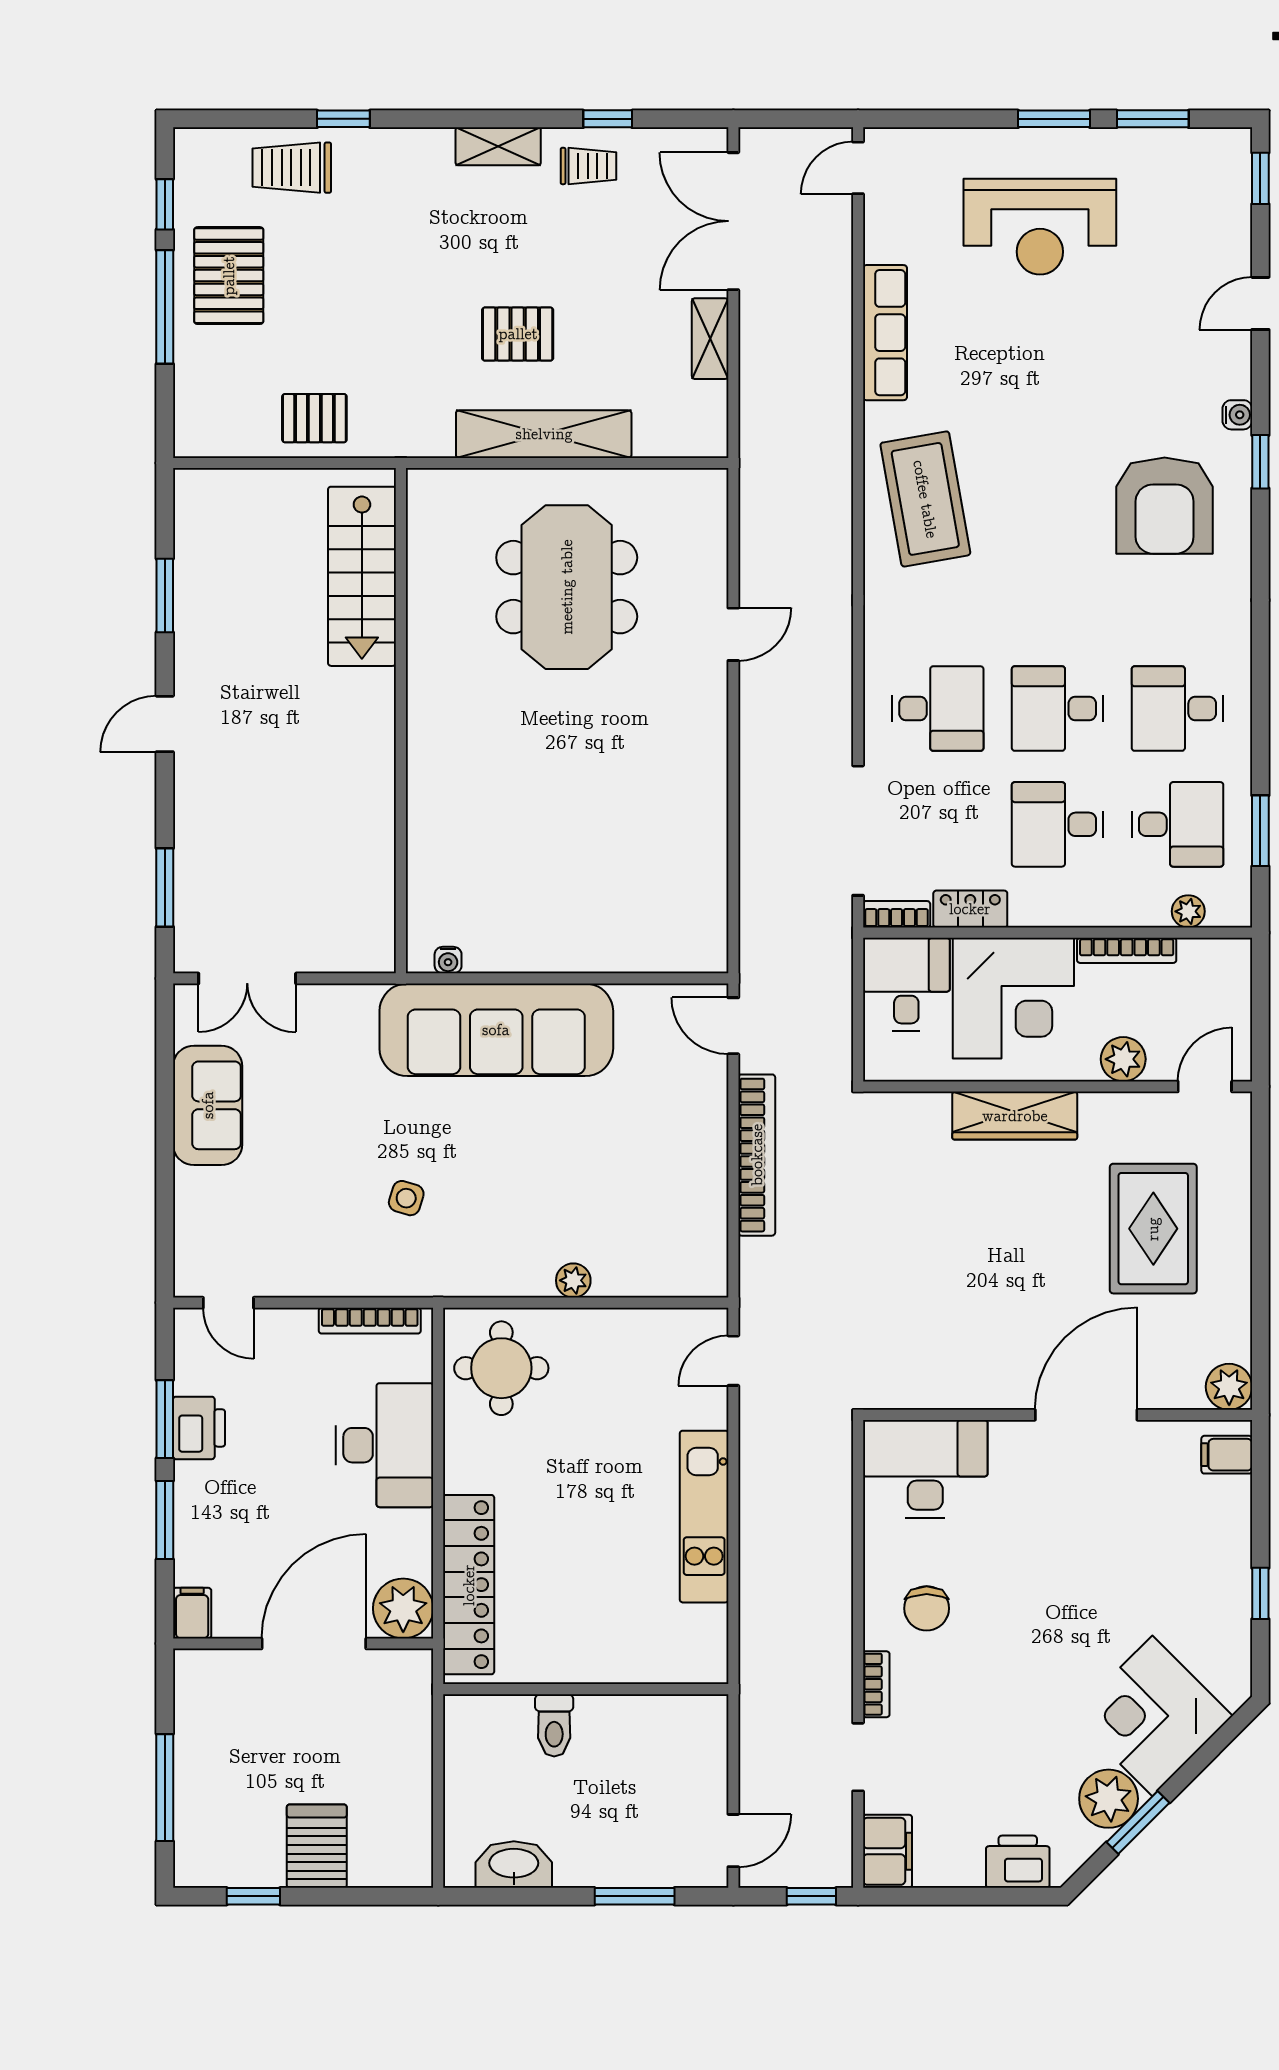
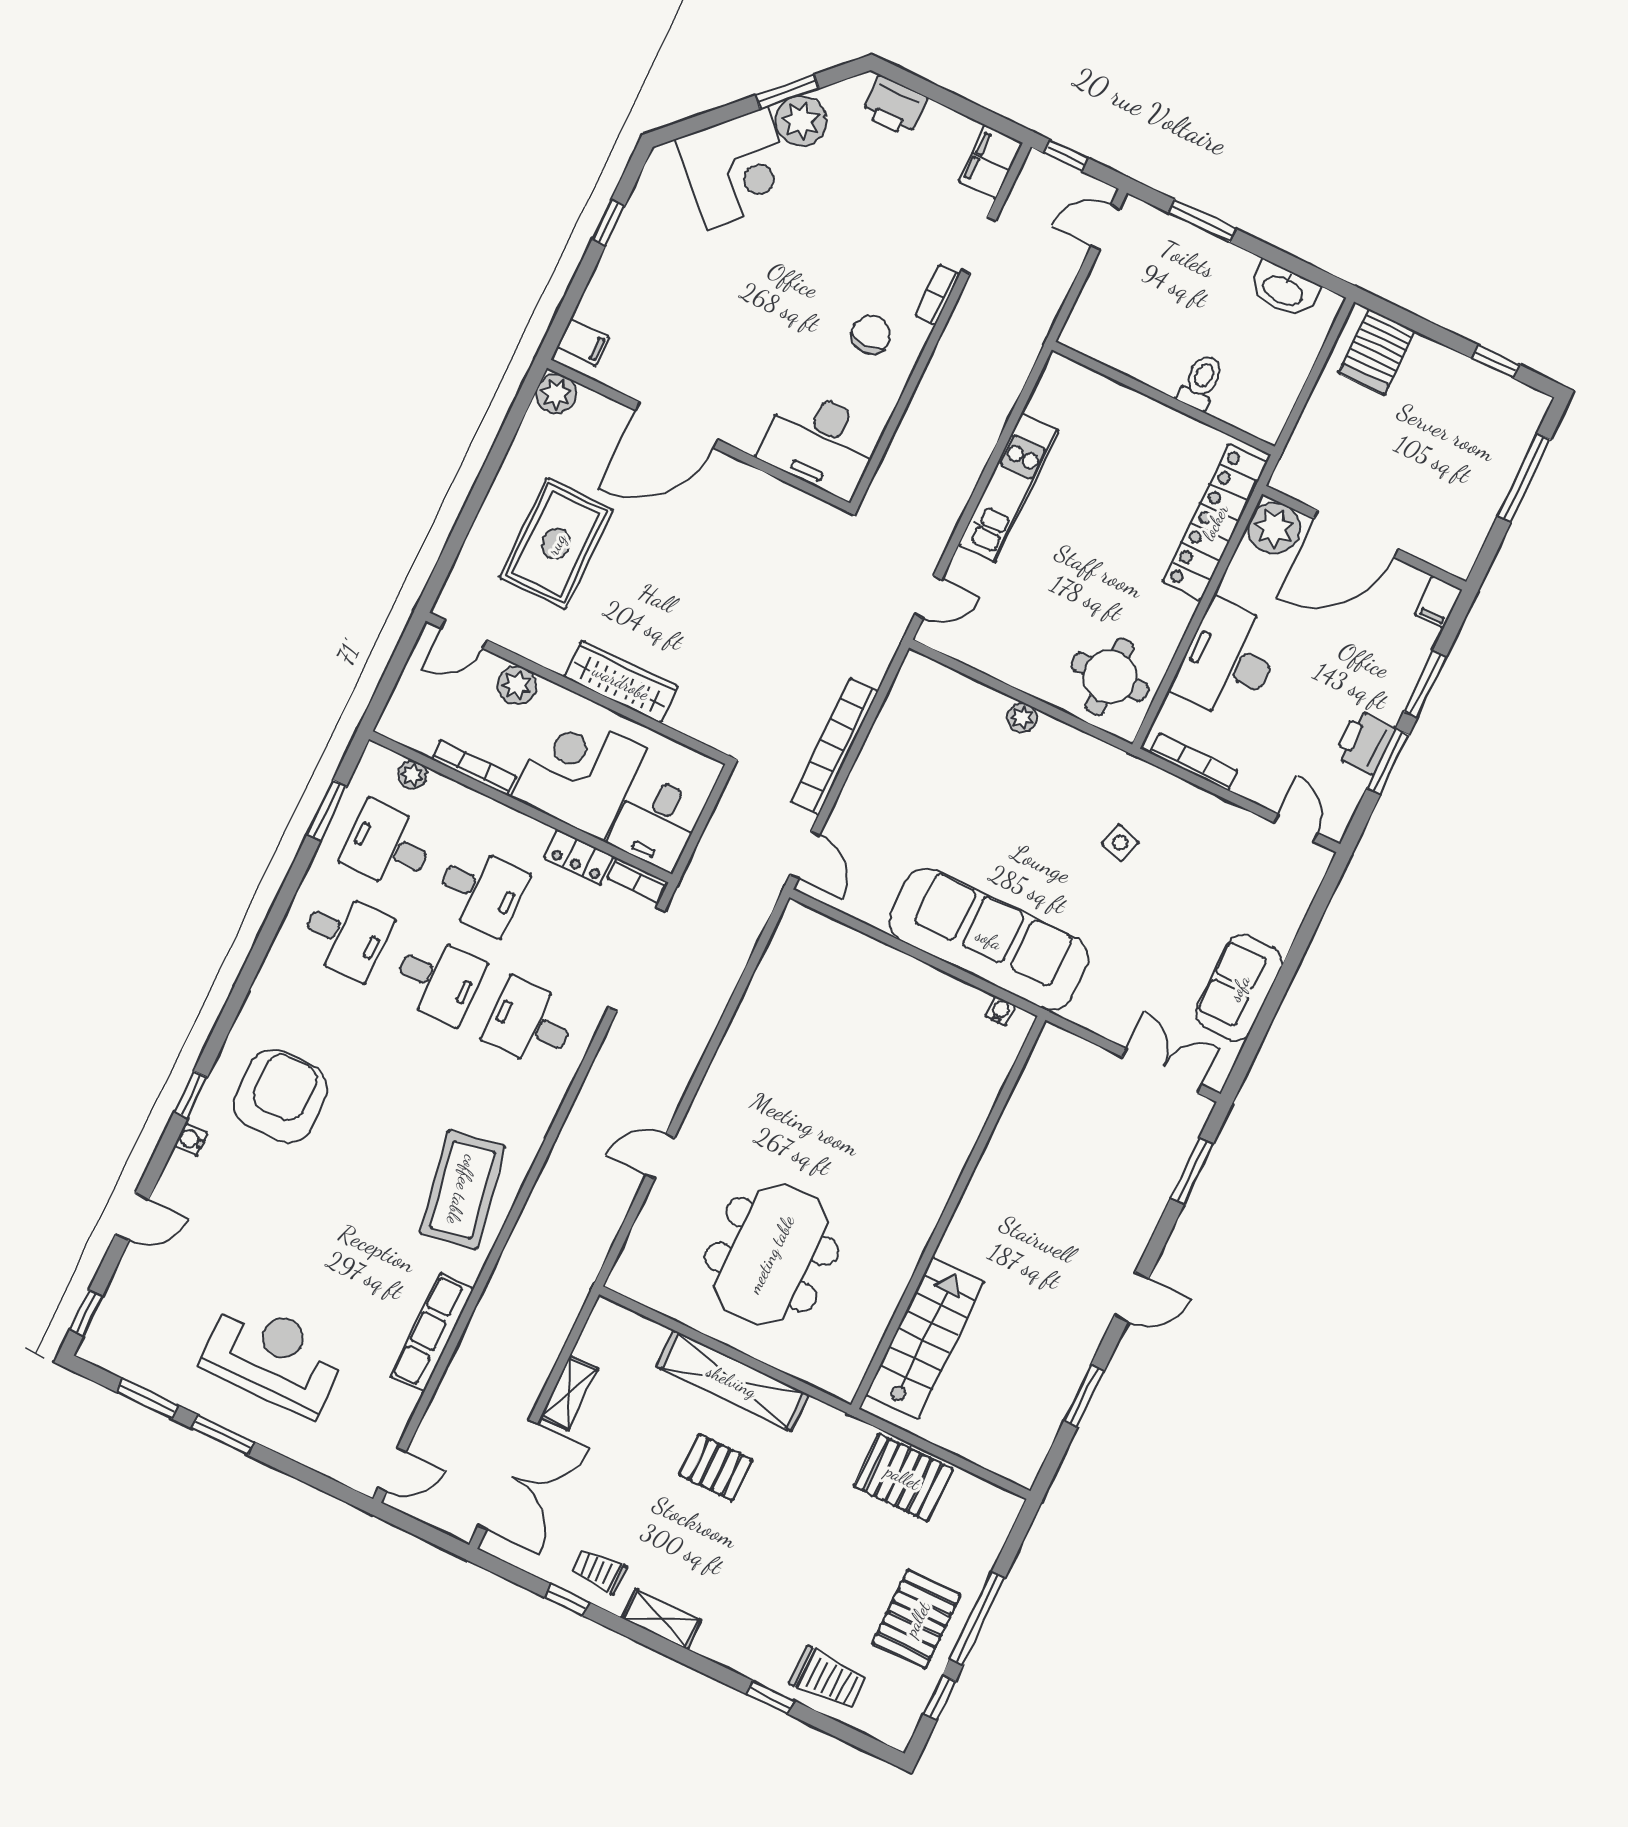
pallet: (314, 418) -> (903, 1477), width x1.50, depth x1.42
server rack: (317, 1846) -> (1377, 352), moved

